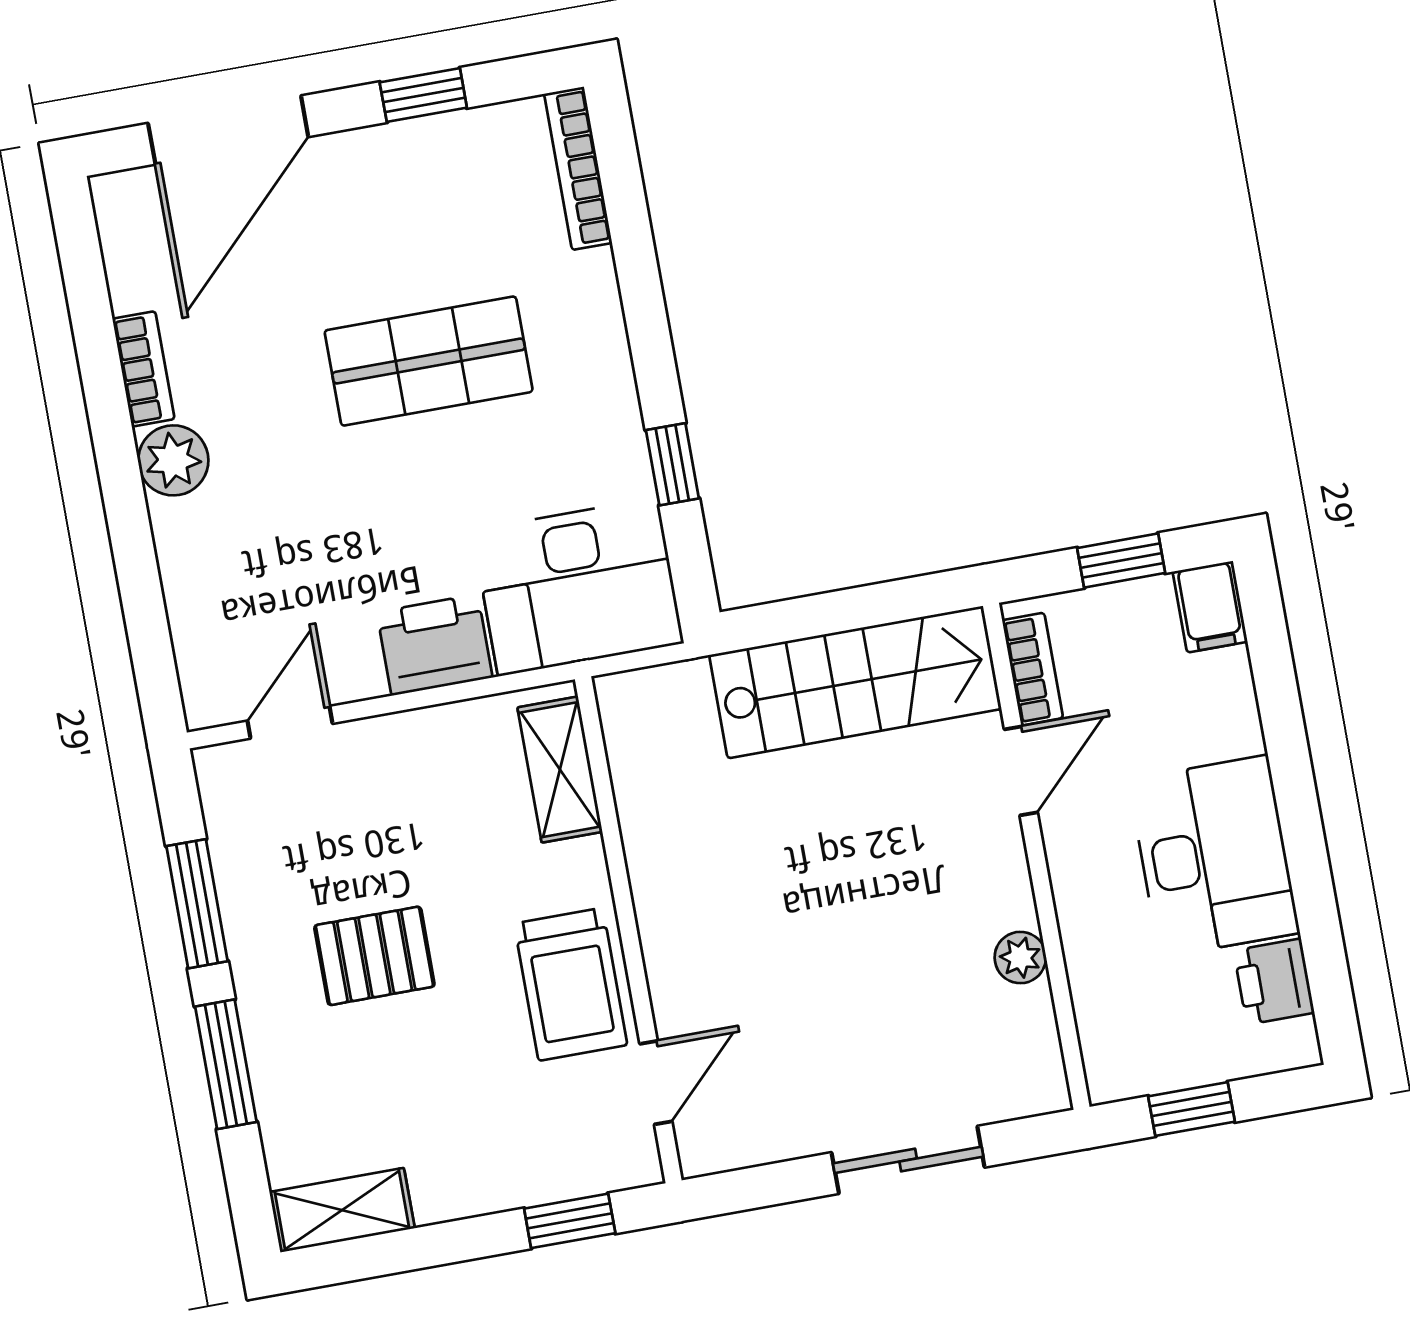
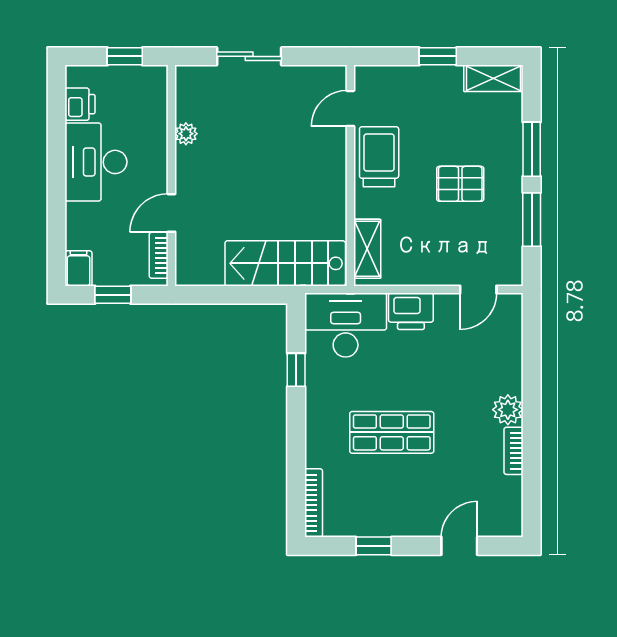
door: (228, 130) -> (459, 546), width x0.53
stairs: (855, 682) -> (285, 263), moved
window: (570, 1221) -> (438, 56), moved

